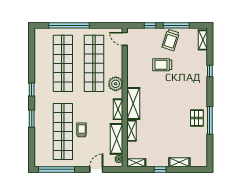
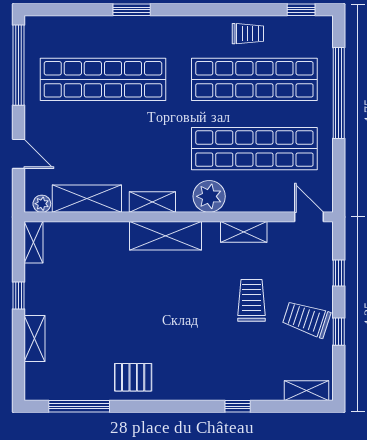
window: (176, 25) -> (339, 332), width x0.46
door: (125, 39) -> (309, 217), hinge flipped
window: (32, 89) -> (301, 10), moved
window: (210, 120) -> (79, 406), moved
trolley: (82, 130) -> (248, 34), moved
shelving: (131, 131) -> (244, 232), moved

